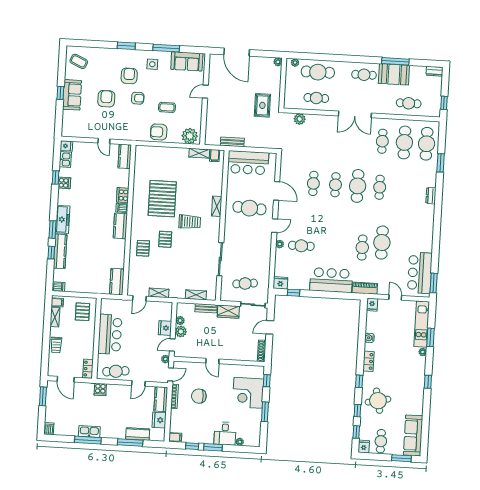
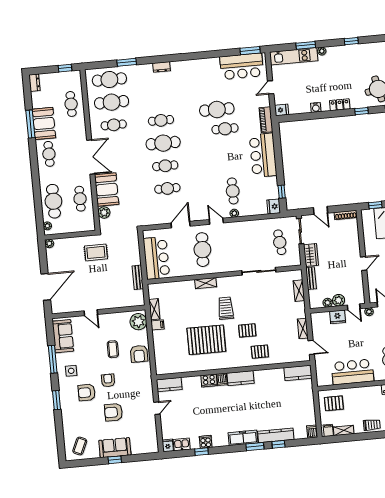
booth: (321, 125) -> (107, 190), added
filing cabinet: (215, 156) -> (157, 325), moved

